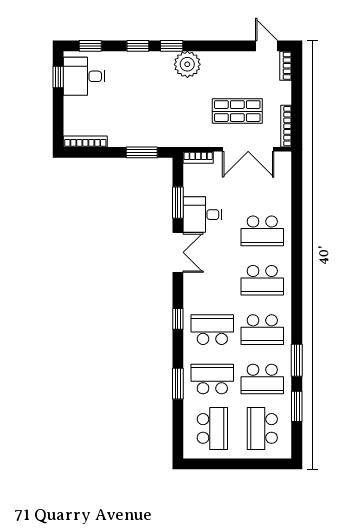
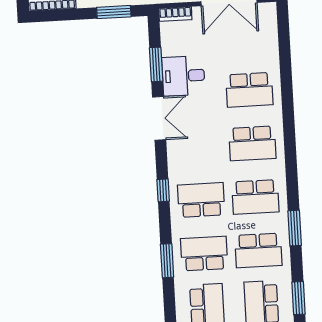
window: (297, 406) -> (298, 298), moved

